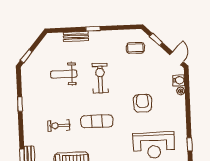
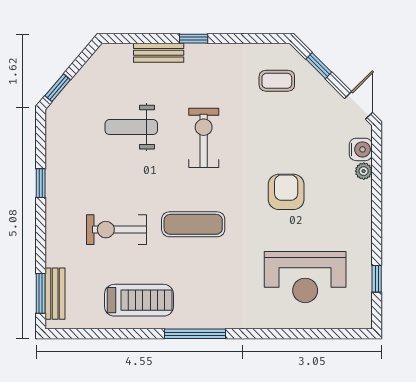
exercise bike: (59, 126) -> (117, 230), width x1.38, depth x1.39

